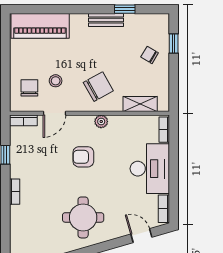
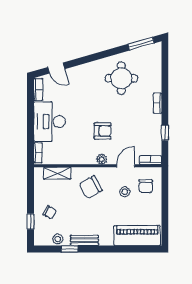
stool: (139, 22) -> (58, 239), added
plant: (101, 122) -> (102, 159), moved
round table: (83, 217) -> (121, 78), moved

